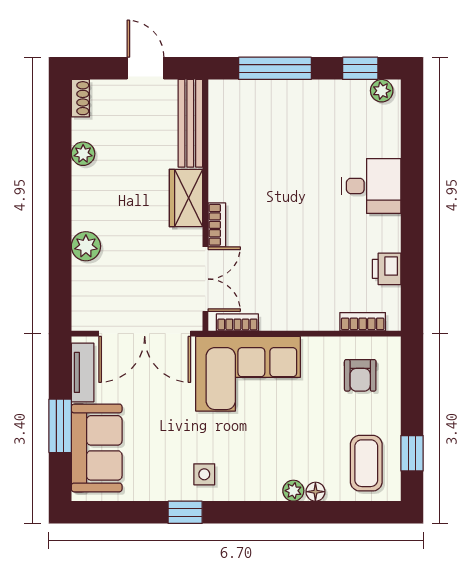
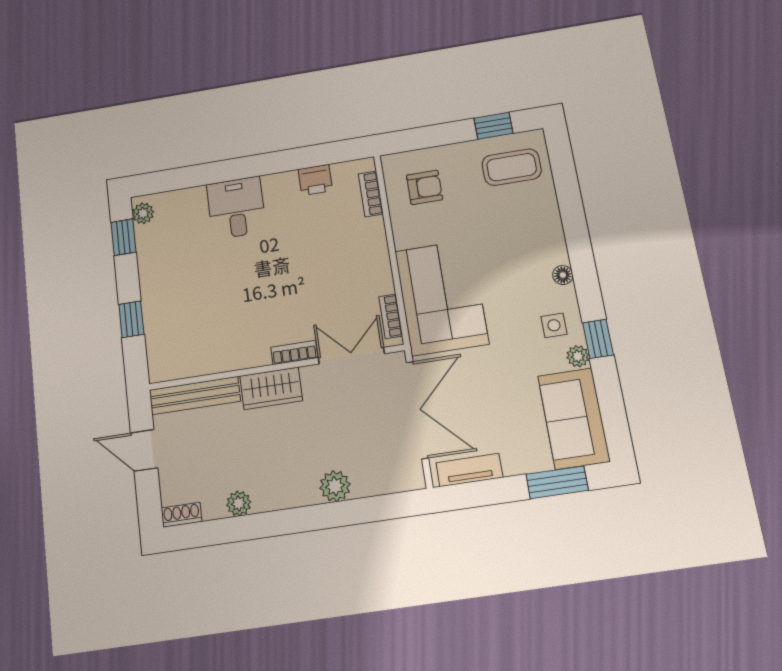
door: (145, 68) -> (144, 450), hinge flipped
window: (275, 68) -> (131, 319), width x0.46
window: (60, 426) -> (557, 482), moved
sofa: (97, 448) -> (574, 418), moved, turned -90
plant: (293, 491) -> (578, 356), moved
floor lamp: (315, 492) -> (563, 275), moved

